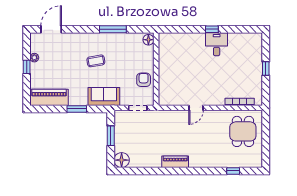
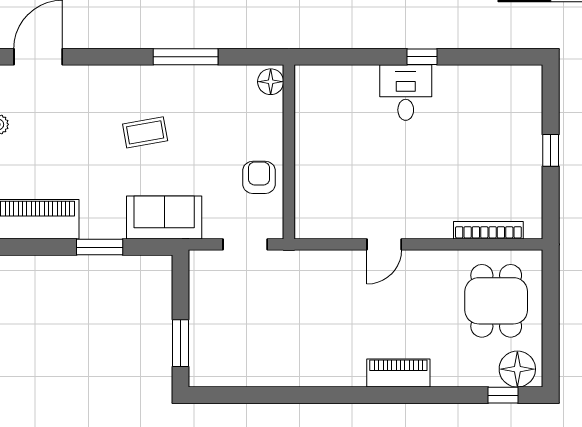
desk: (217, 44) -> (406, 93), moved
window: (111, 136) -> (181, 343), moved
floor lamp: (122, 160) -> (517, 369), moved
piano: (175, 162) -> (398, 373), moved
window: (233, 171) -> (503, 395), moved

